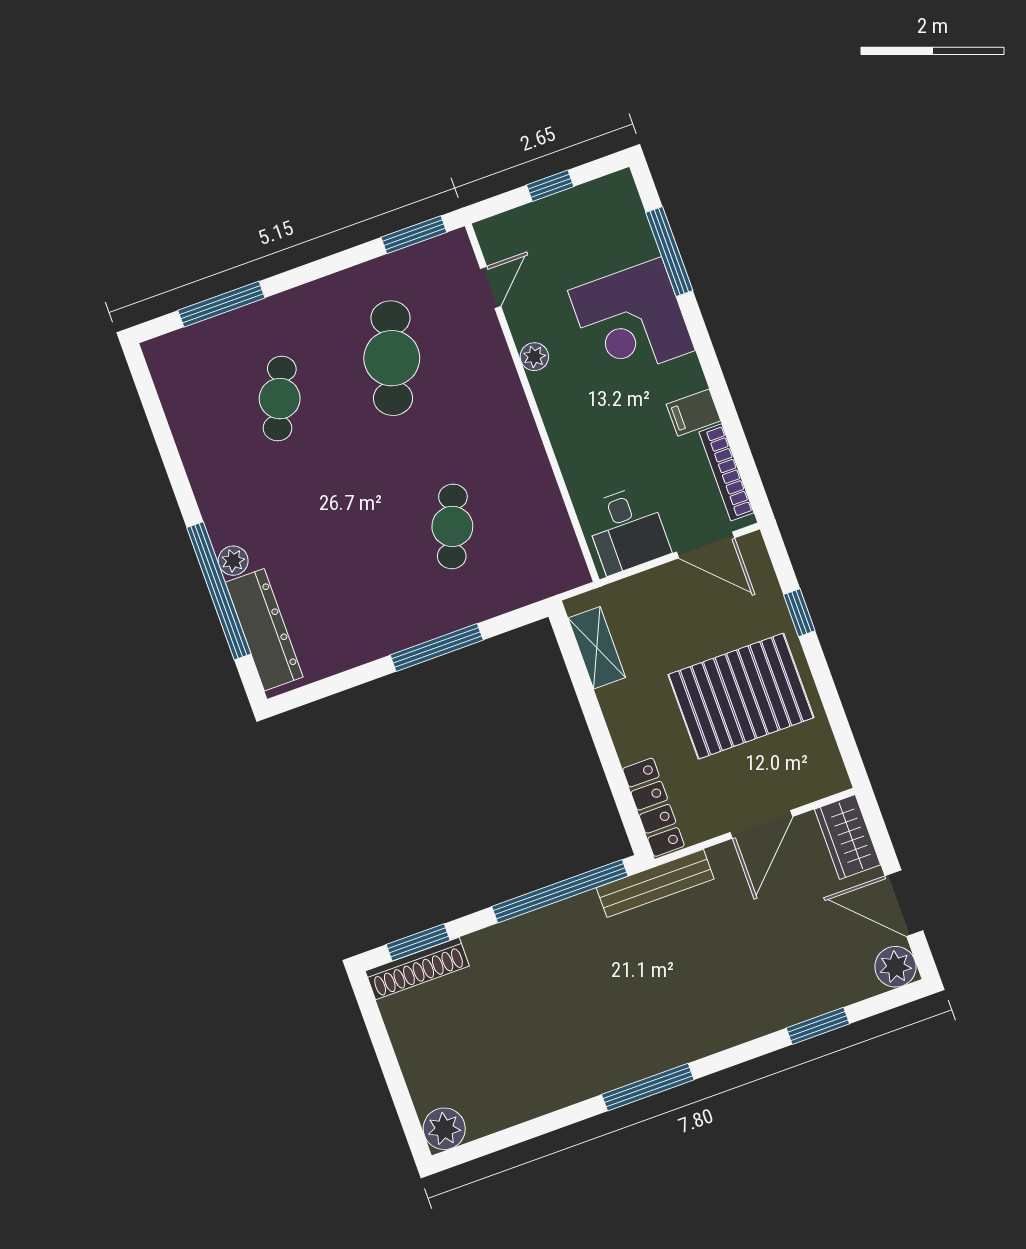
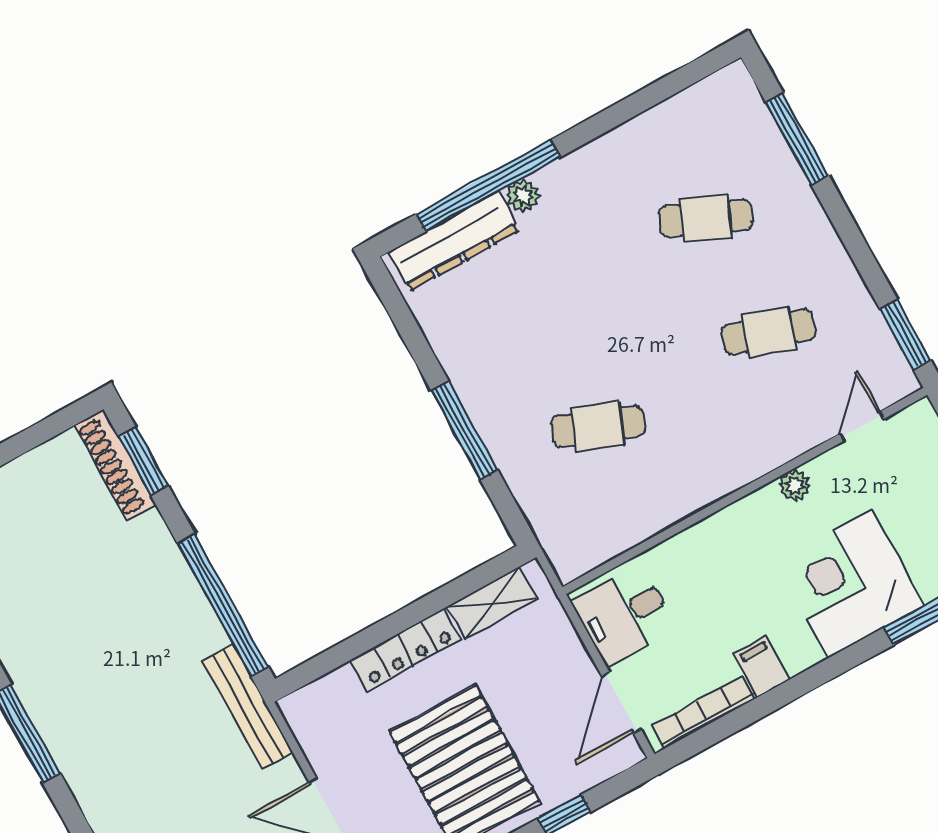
door: (491, 287) -> (862, 426), swing flipped
cafe table: (392, 358) -> (769, 332), width x0.73, depth x0.74
locker: (653, 807) -> (406, 650), moved

